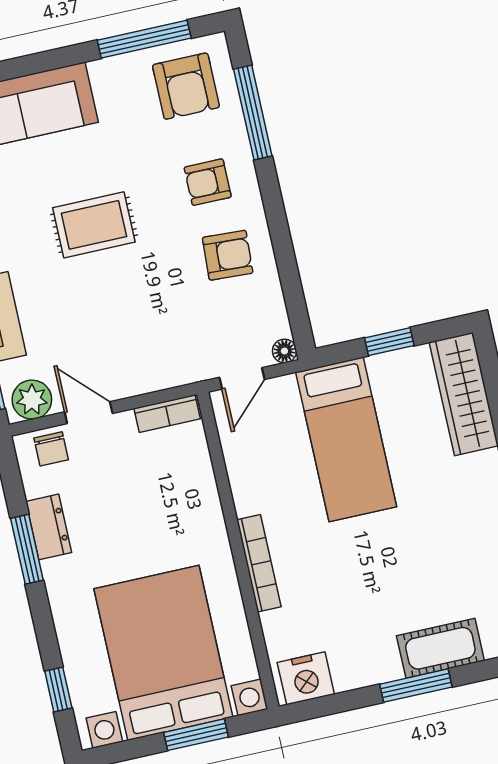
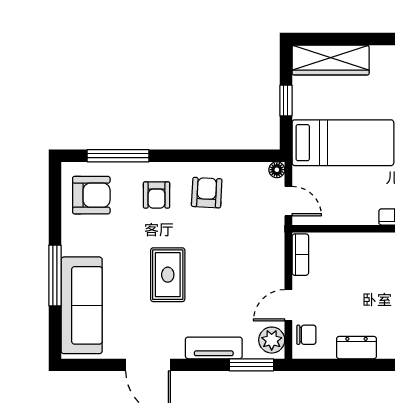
window: (144, 39) -> (55, 275), moved
window: (27, 549) -> (368, 365), removed

